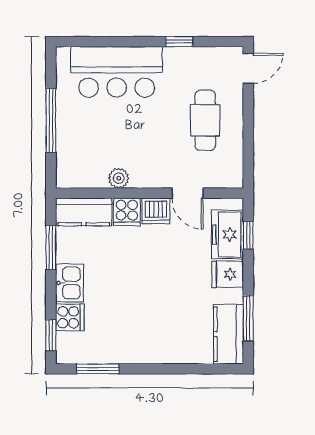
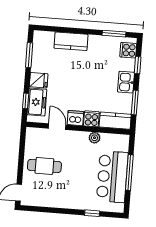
window: (179, 42) -> (92, 213), moved
bar counter: (117, 72) -> (112, 177), moved, turned -90
cafe table: (205, 120) -> (44, 166), turned 90
cooker: (70, 317) -> (128, 50), moved
kitchen counter: (228, 334) -> (71, 41), moved, turned 90
window: (51, 335) -> (138, 65), moved

